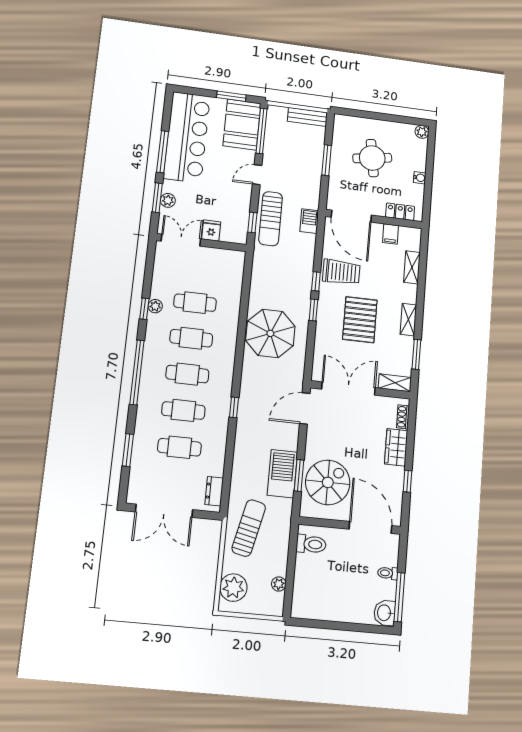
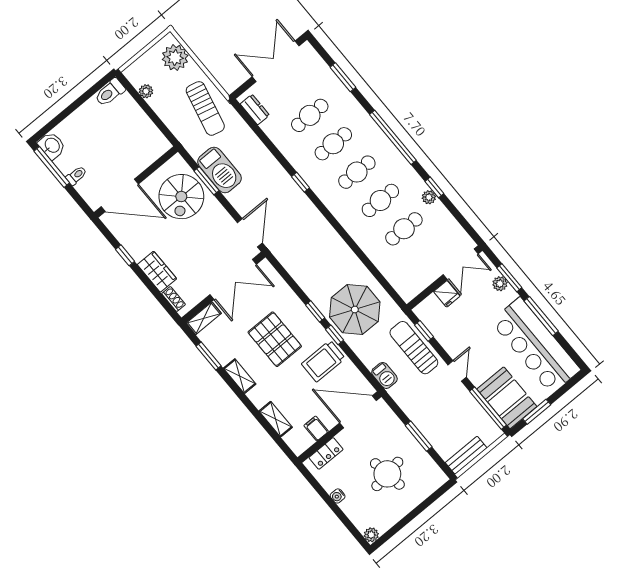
parasol: (270, 333) -> (355, 310), moved
toilet: (311, 544) -> (110, 92), moved

